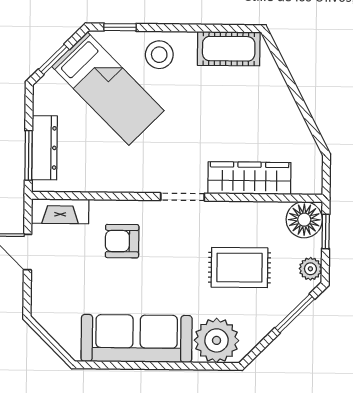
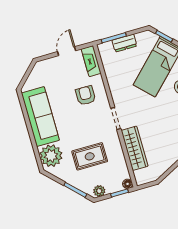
dresser: (45, 148) -> (124, 43), width x0.70
floor lamp: (304, 220) -> (128, 184), width x0.53, depth x0.53
rug: (240, 268) -> (90, 156), turned 90

